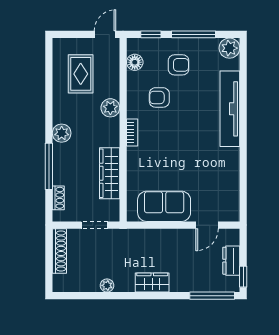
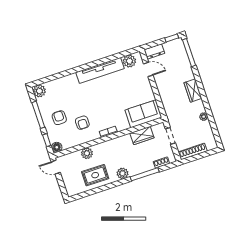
floor lamp: (135, 62) -> (57, 147), moved
rug: (81, 74) -> (95, 175), moved
plant: (110, 108) -> (87, 153), moved
tv unit: (230, 109) -> (100, 70), moved
wardrobe: (110, 173) -> (142, 135), width x0.67
plant: (229, 200) -> (129, 61), added
sofa: (164, 206) -> (143, 114), moved, turned 90
dresser: (231, 261) -> (154, 51), moved

